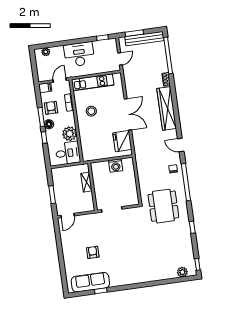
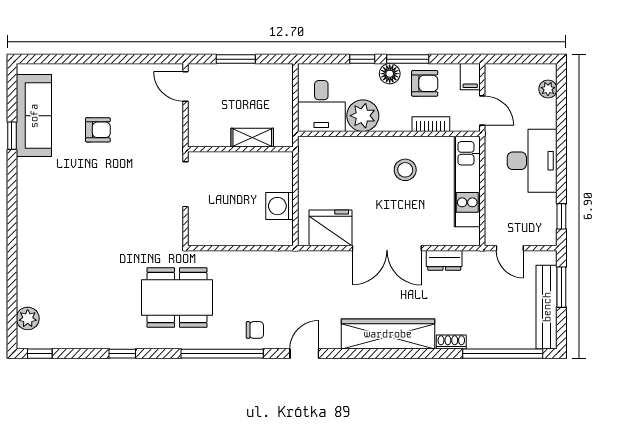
dresser: (130, 88) -> (444, 260), added

